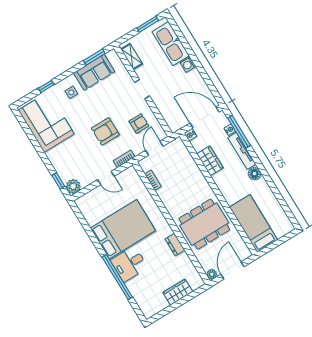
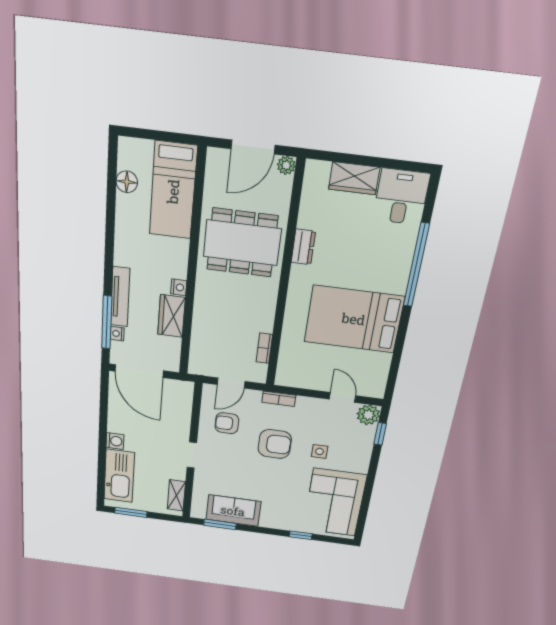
side table: (71, 92) -> (320, 451), moved
nightstand: (190, 135) -> (179, 287), moved
floor lamp: (255, 174) -> (127, 182), moved
door: (106, 178) -> (342, 397), moved
desk: (129, 264) -> (401, 197), moved, turned -90

